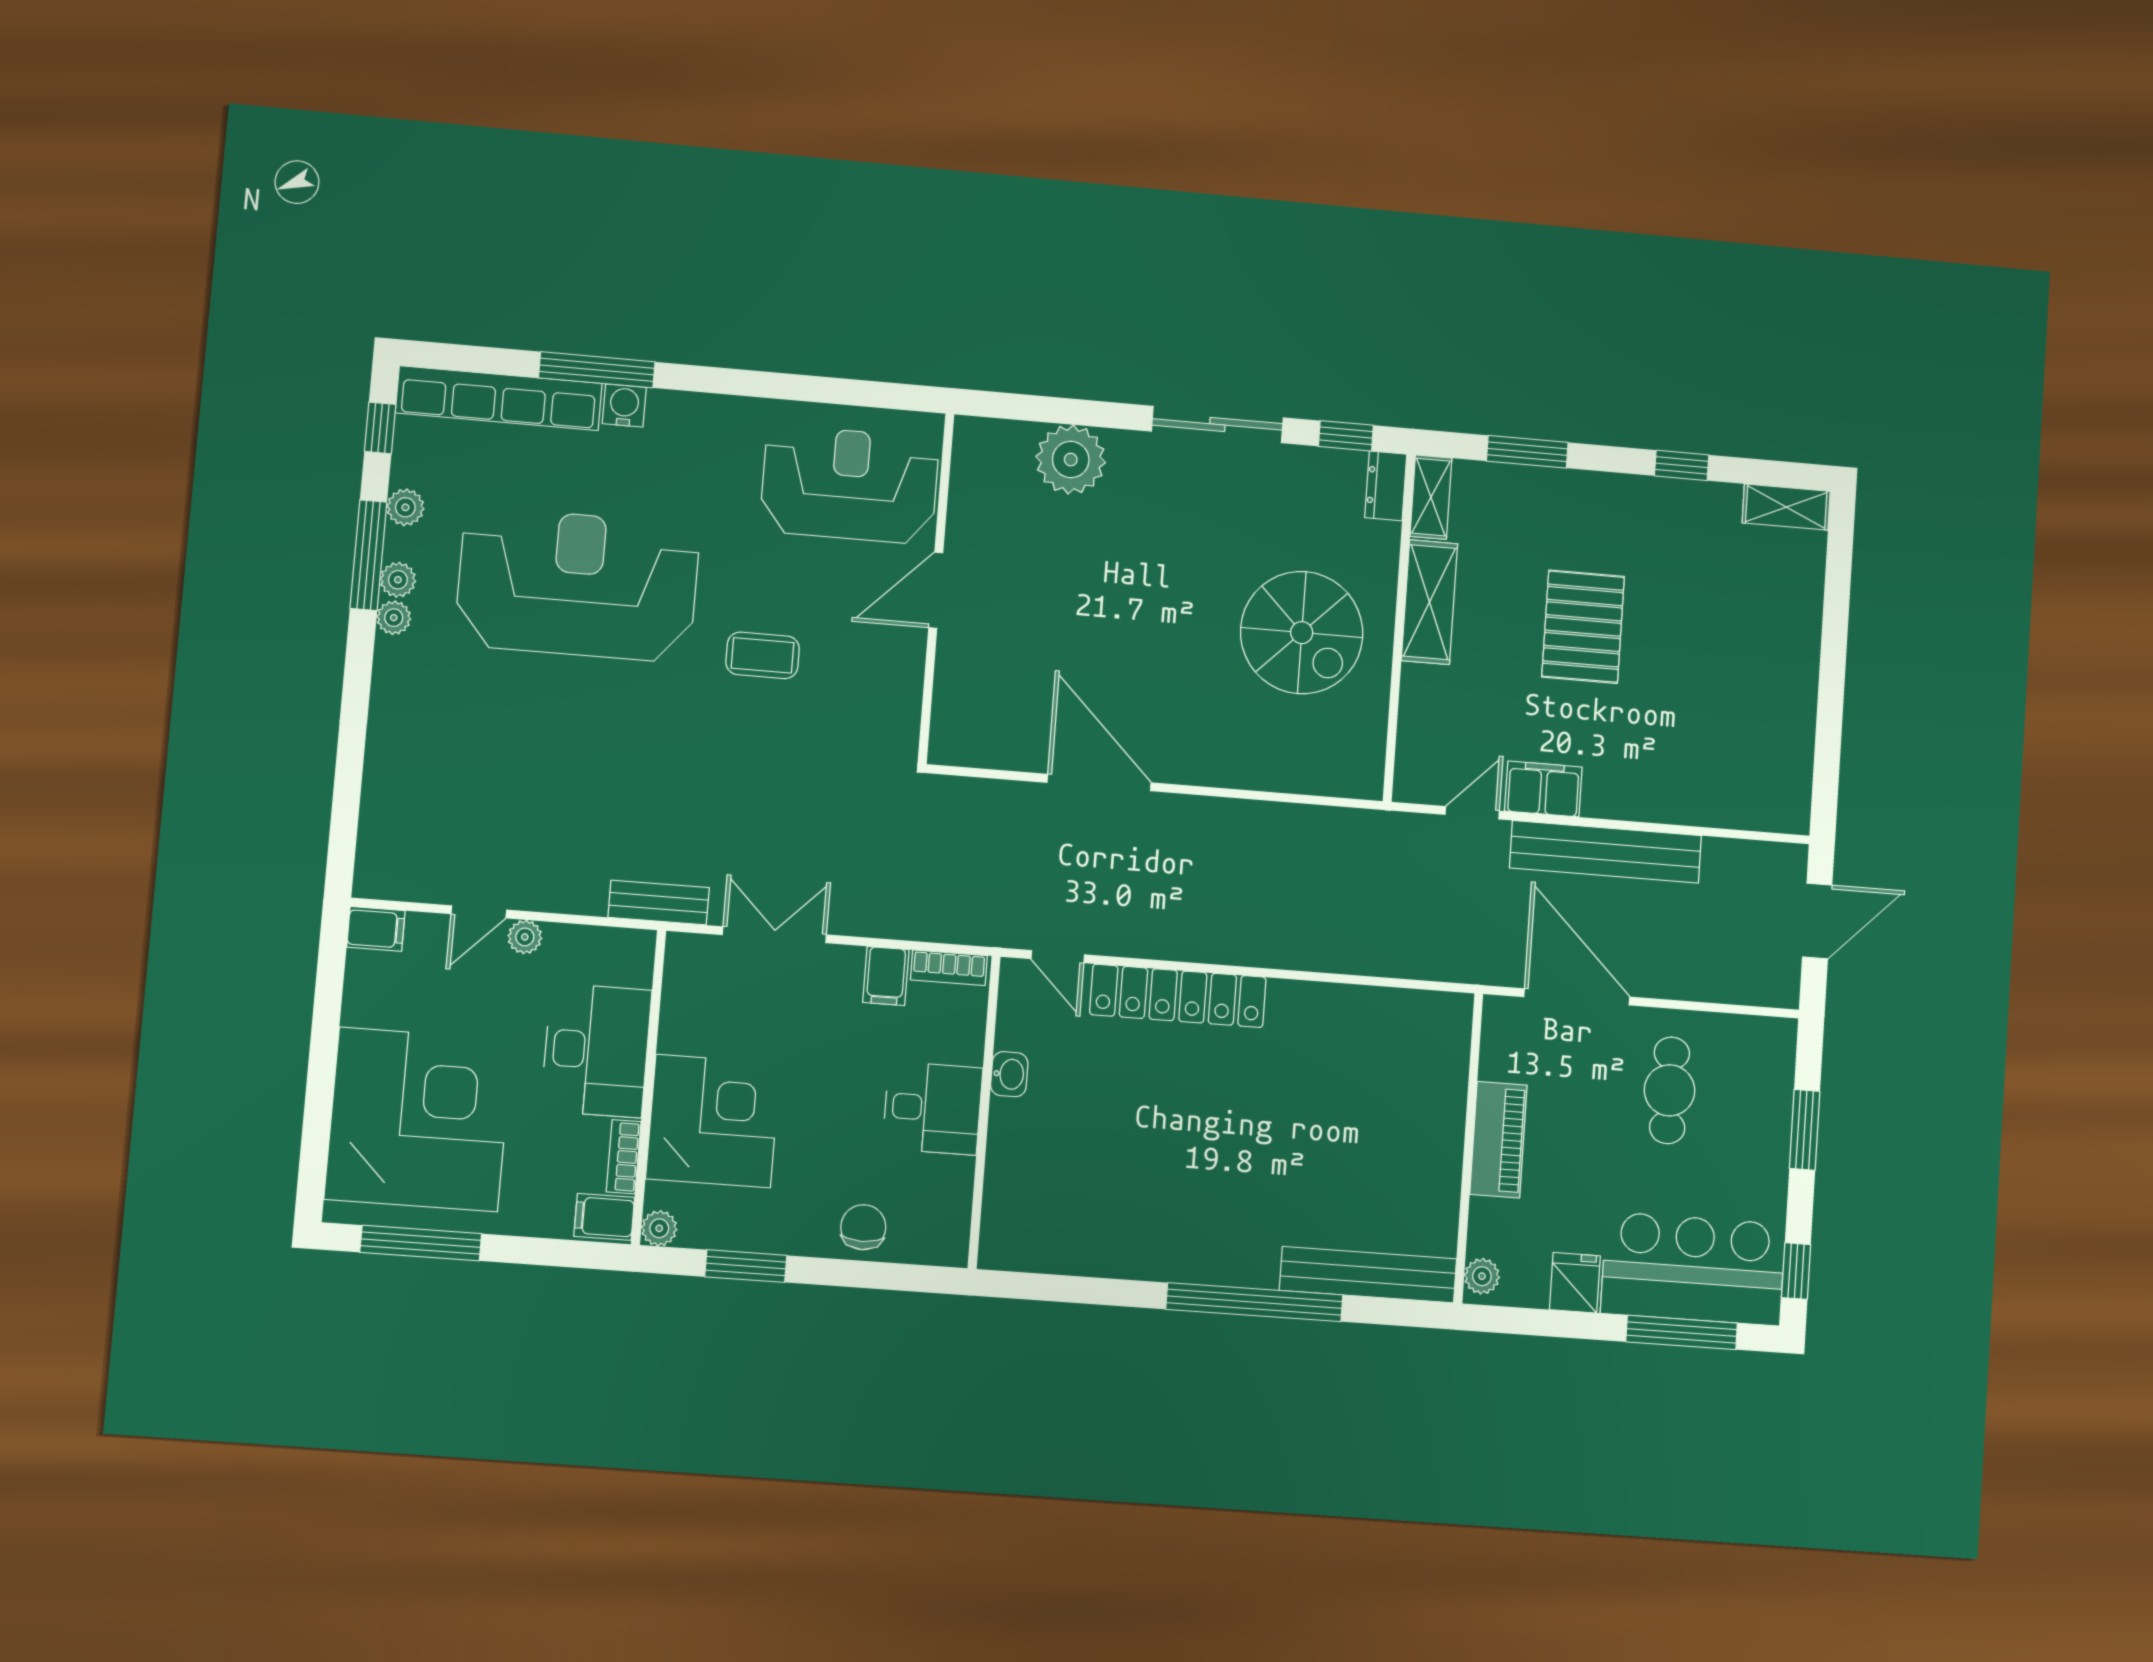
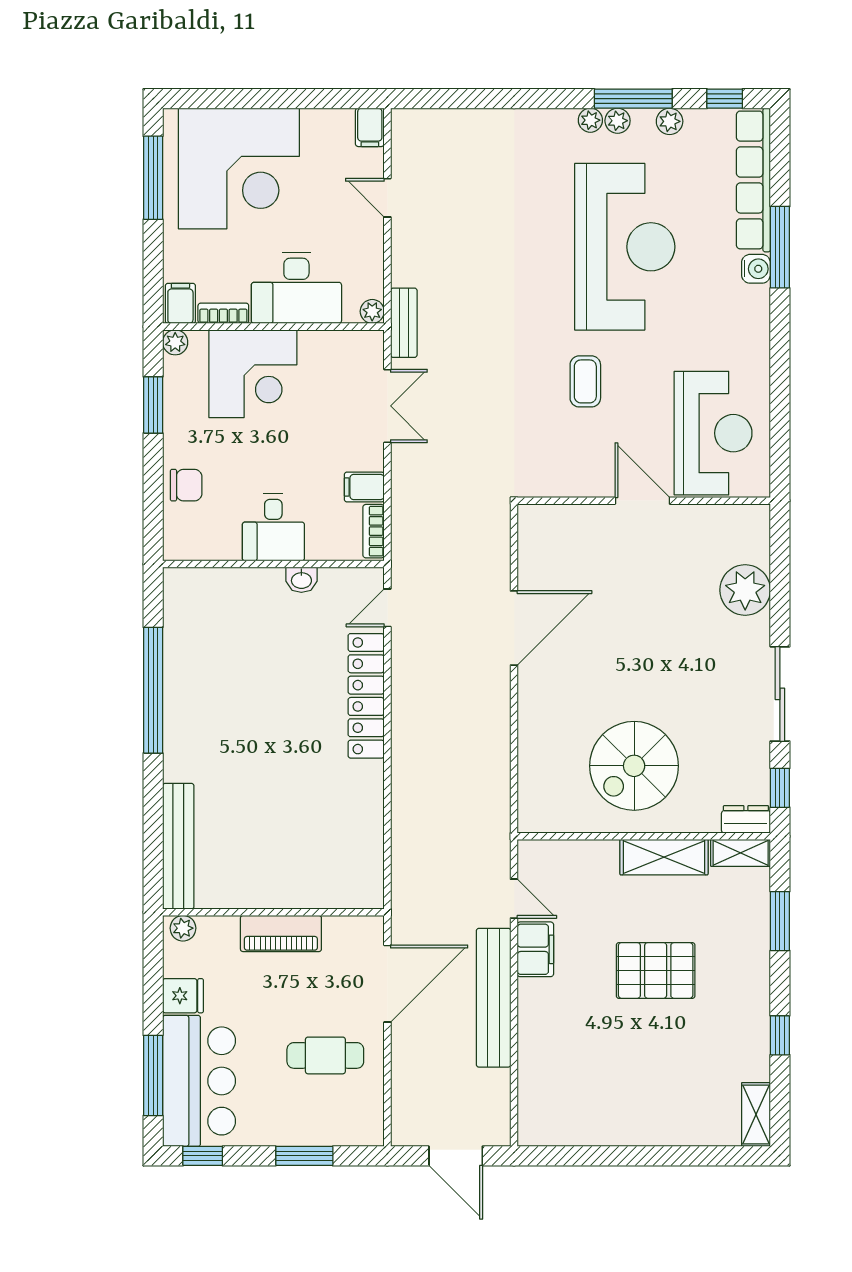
plant: (525, 937) -> (372, 311), moved
window: (1254, 1302) -> (153, 690), moved

